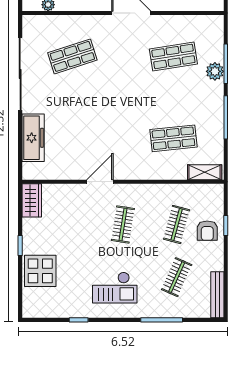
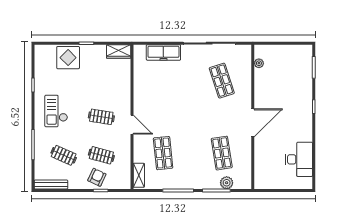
plant: (215, 71) -> (227, 183), moved
door: (100, 182) -> (132, 125), moved
armchair: (207, 231) -> (97, 177), turned 115

